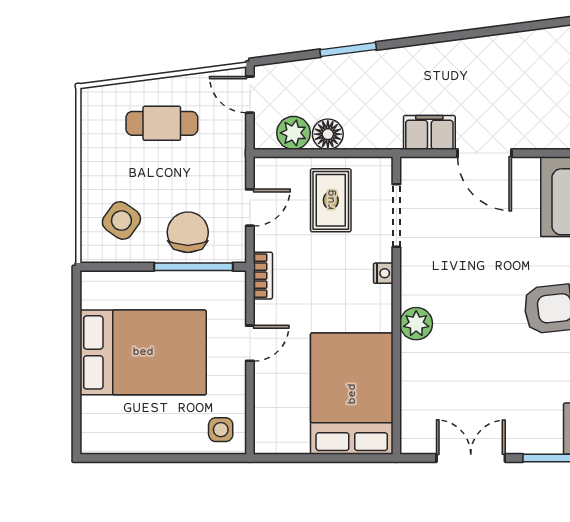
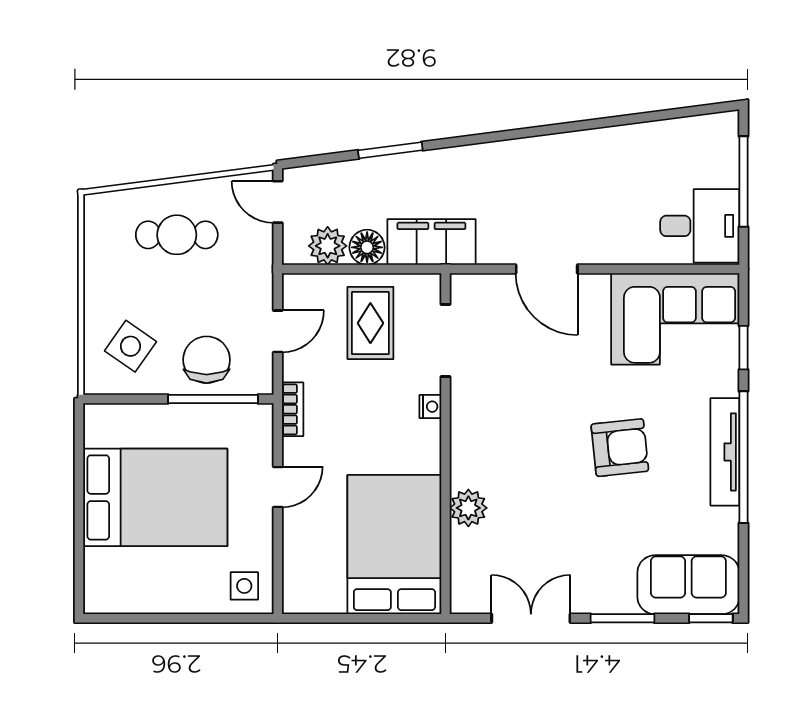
filing cabinet: (429, 132) -> (431, 242), moved, width x1.50, depth x1.17
plant: (416, 324) -> (468, 508), moved

